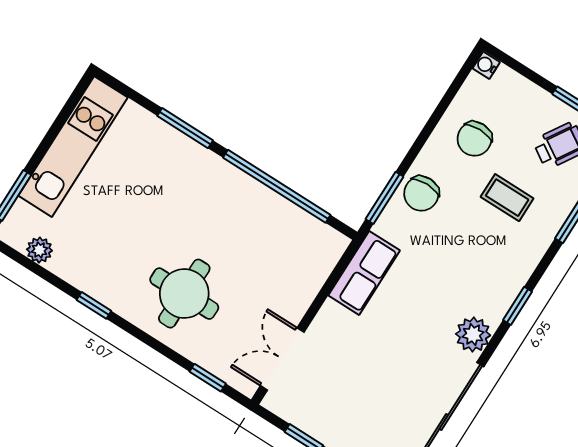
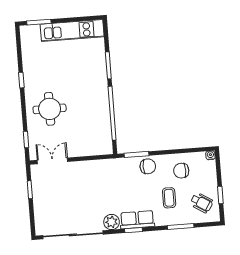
chair: (421, 194) -> (148, 166), turned 180
plant: (39, 250) -> (27, 46), removed
row of seats: (364, 273) -> (137, 220), moved, turned 180

